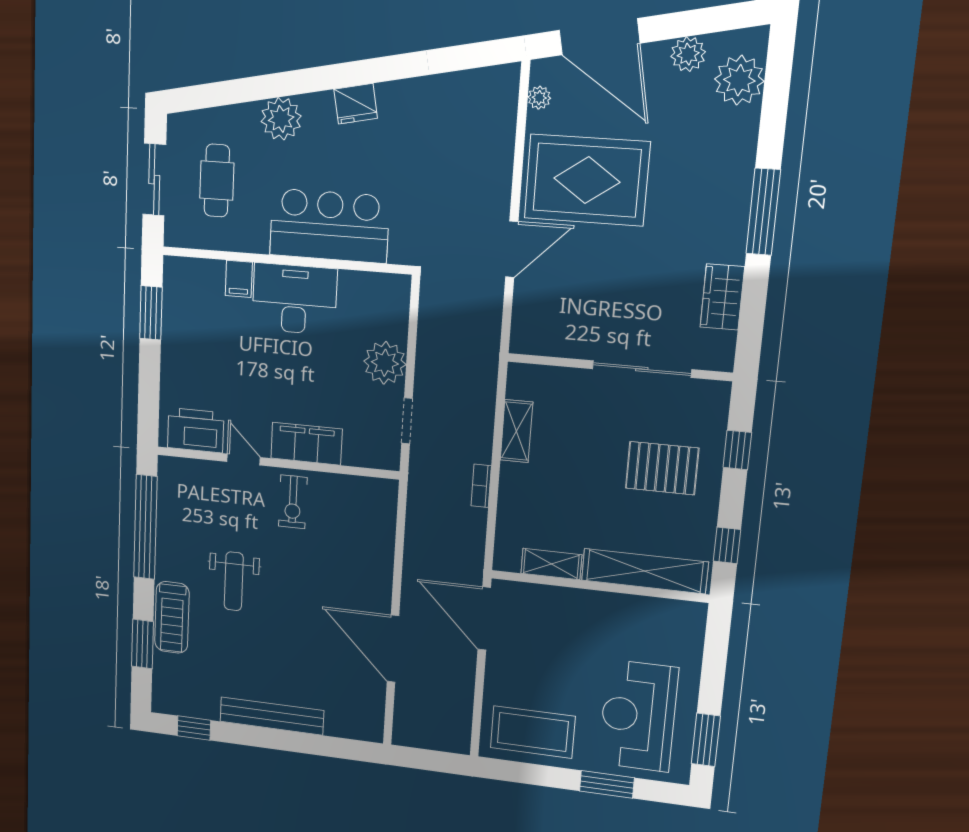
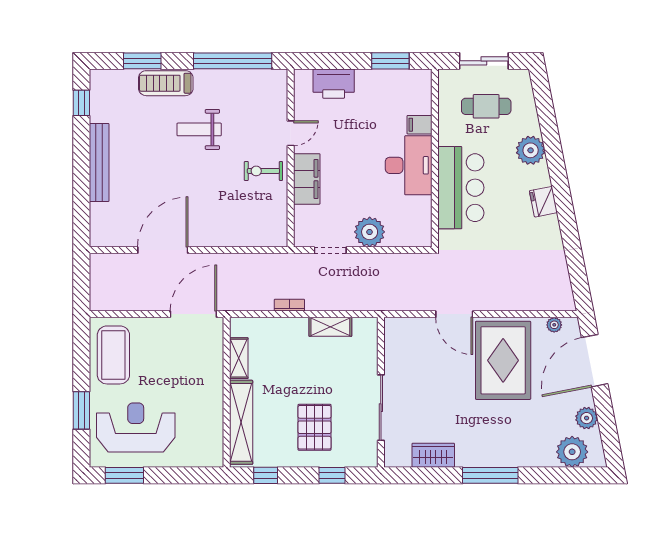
printer: (196, 430) -> (334, 84), moved, turned 90

